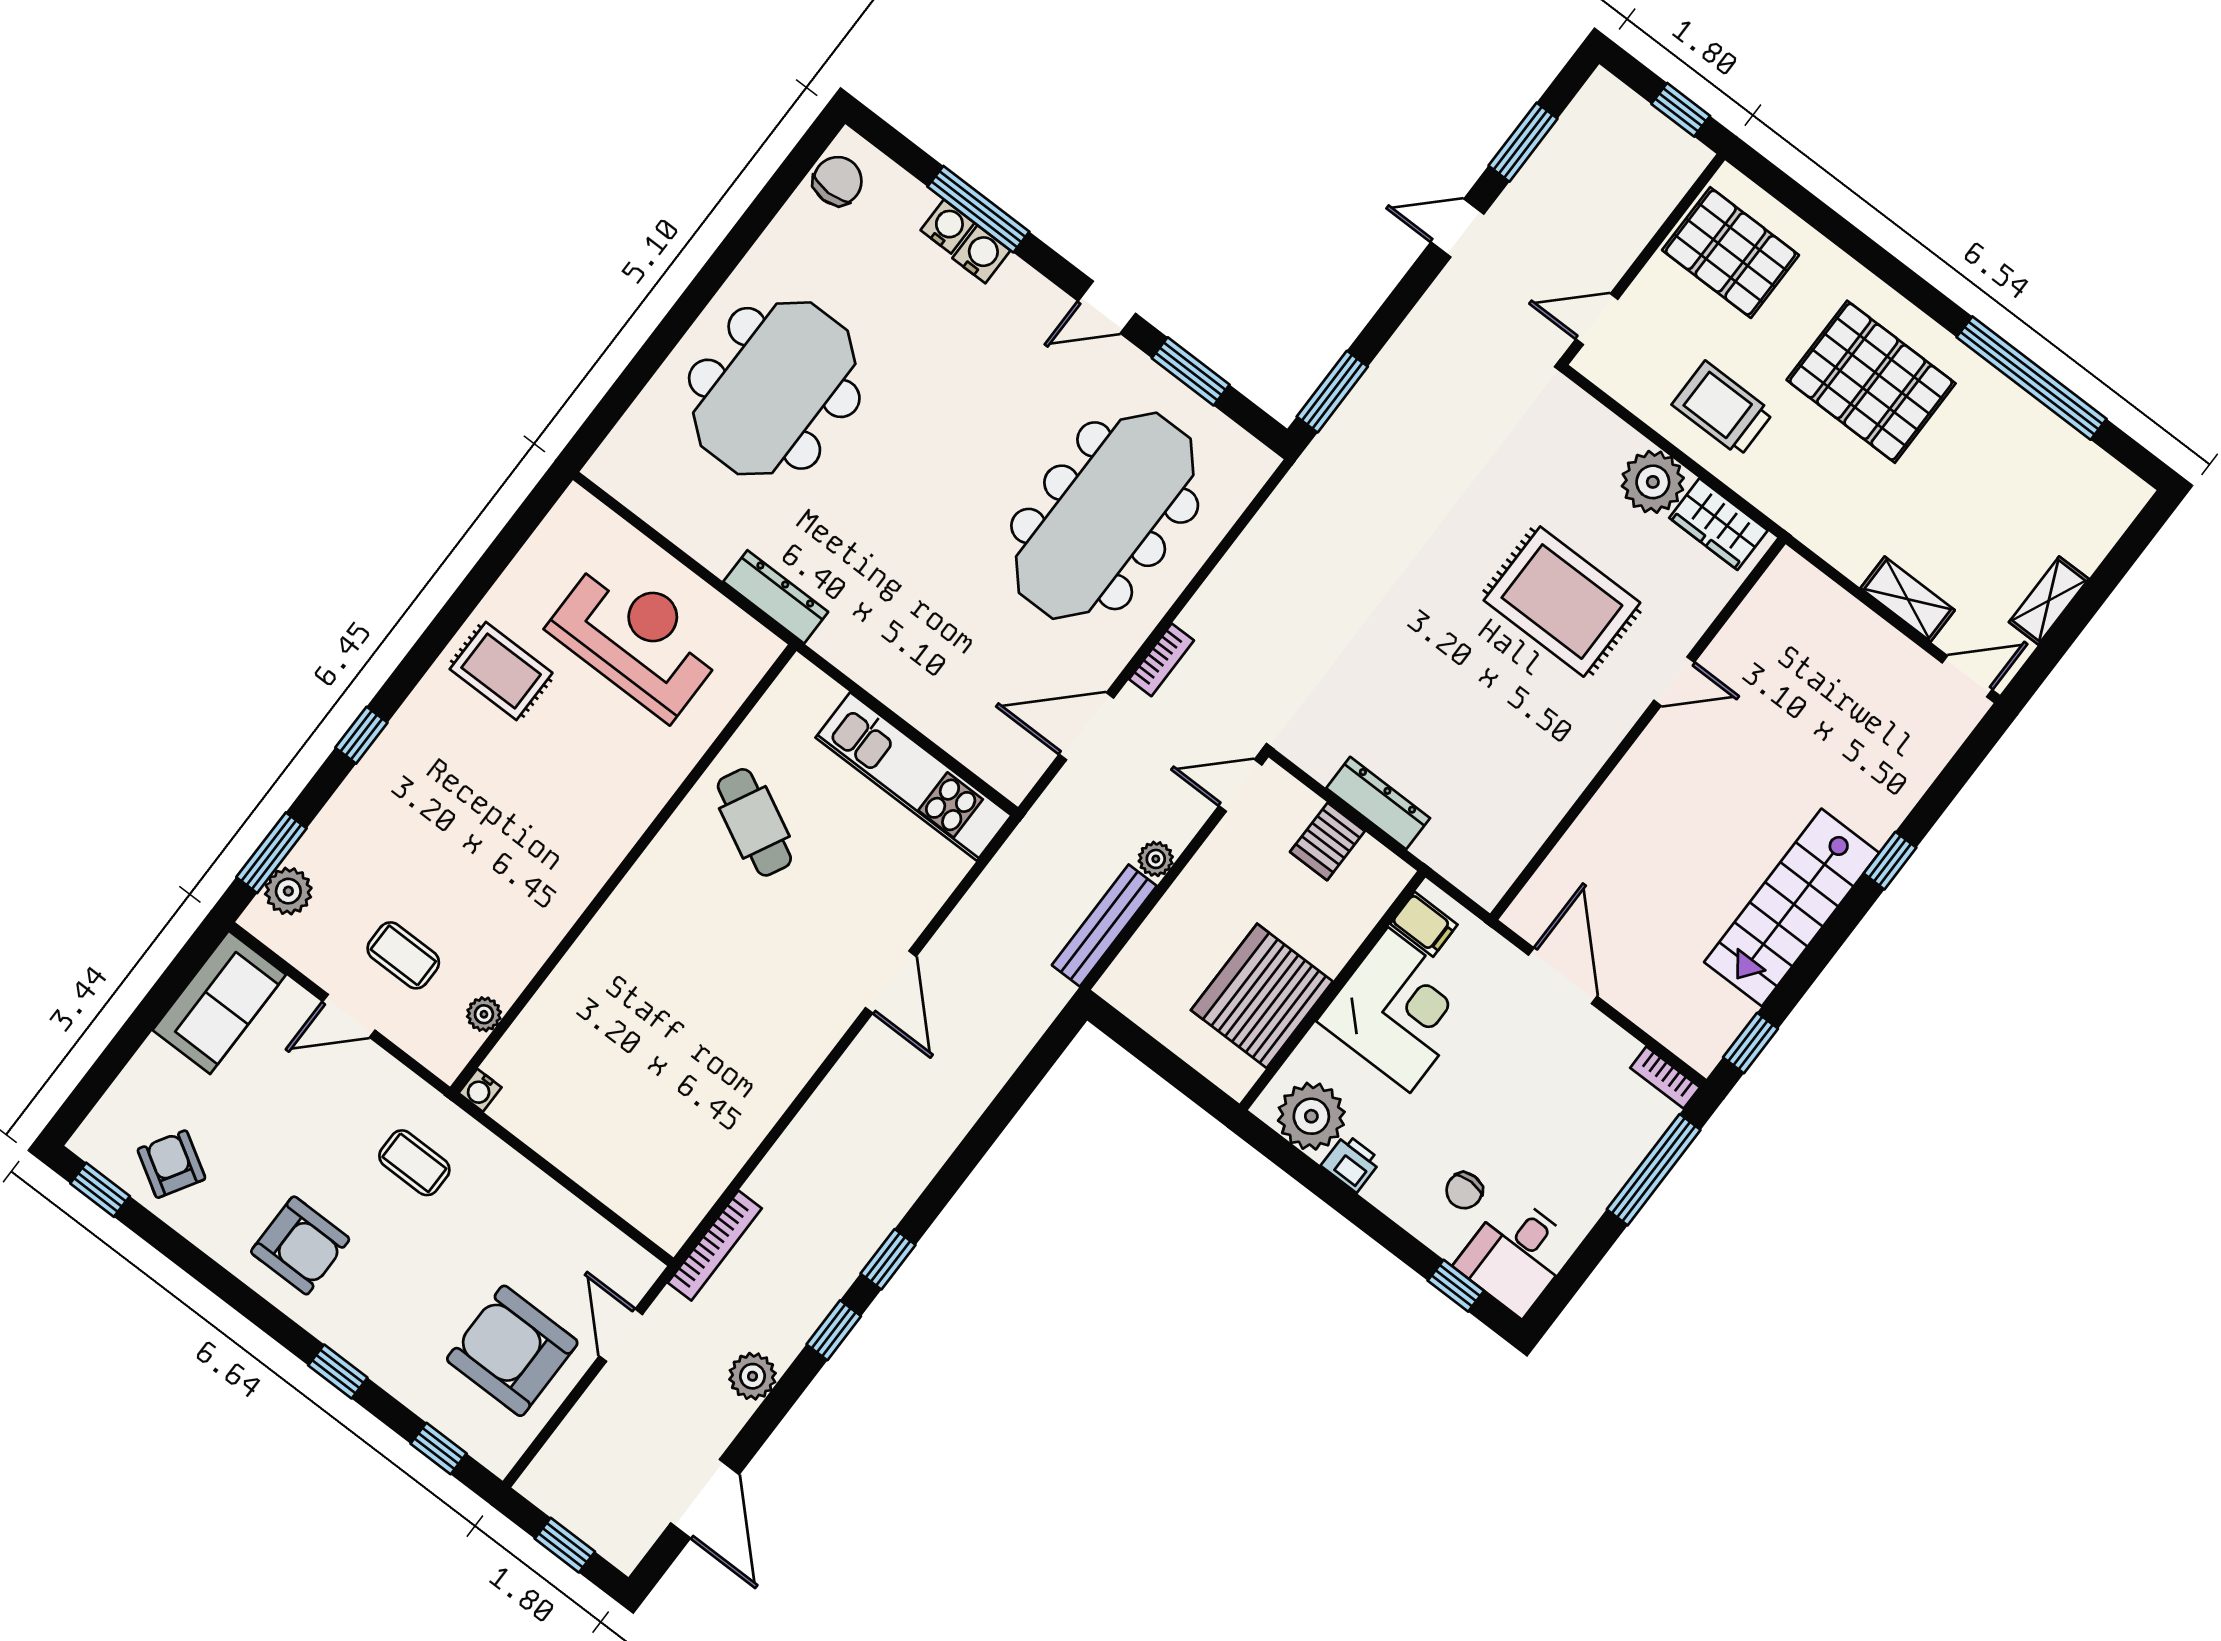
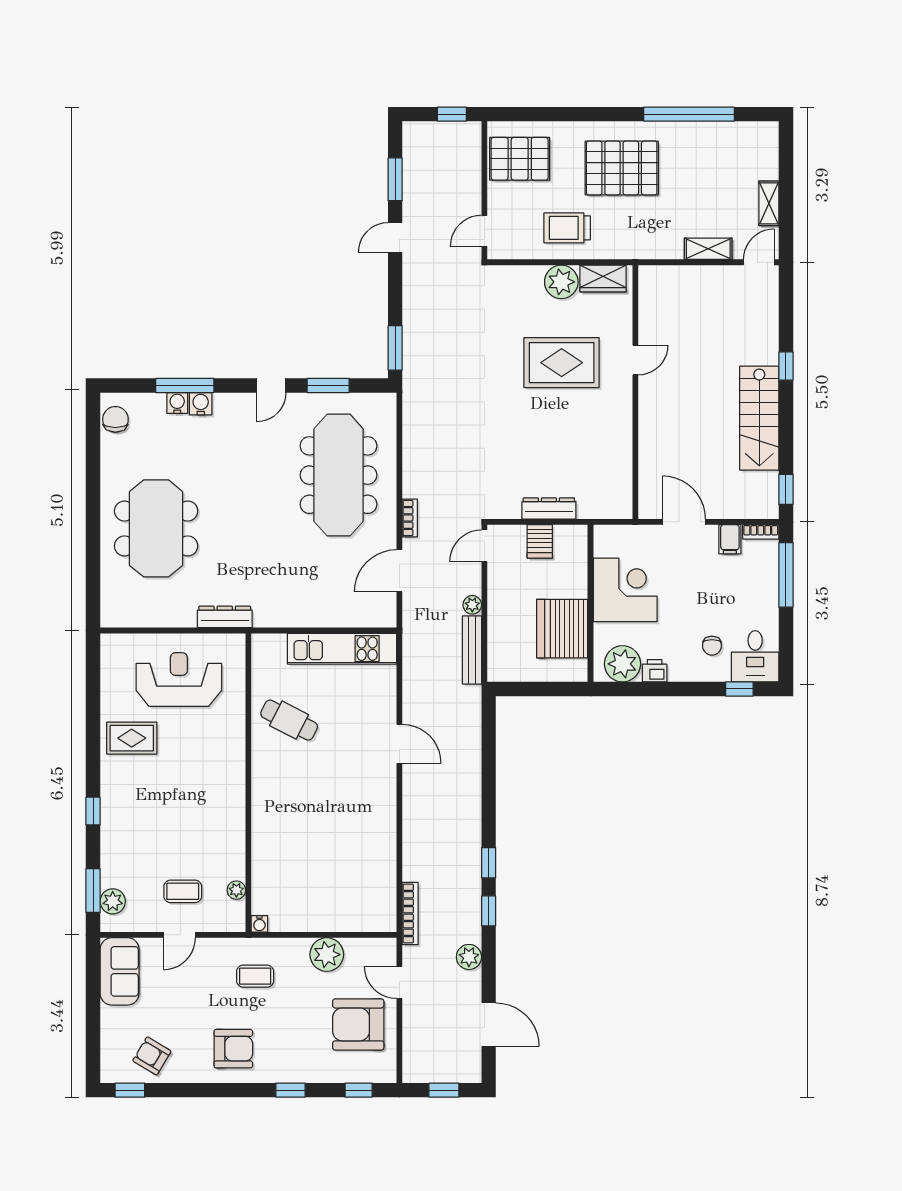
filing cabinet: (1424, 924) -> (730, 539), moved, turned 90
plant: (545, 1212) -> (327, 955), added

